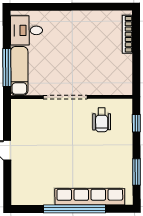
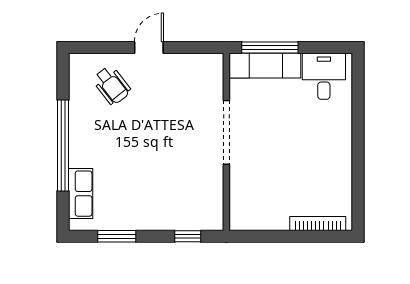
wheelchair: (102, 120) -> (112, 85), moved, turned -128
row of seats: (90, 197) -> (81, 194), width x0.50

